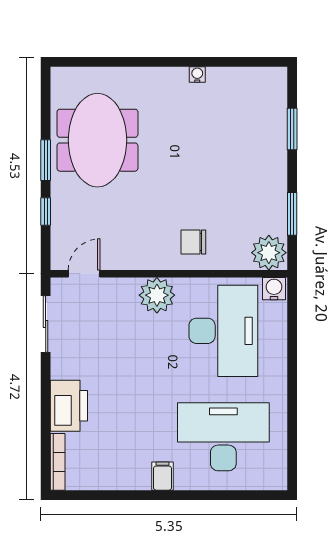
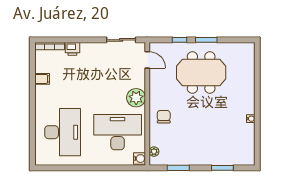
meeting table: (97, 140) -> (201, 73), moved
plant: (269, 253) -> (154, 152), width x0.53, depth x0.53
desk: (223, 331) -> (118, 132), turned 180
printer: (69, 406) -> (72, 49), width x0.53, depth x0.68
filing cabinet: (163, 476) -> (42, 79), moved

